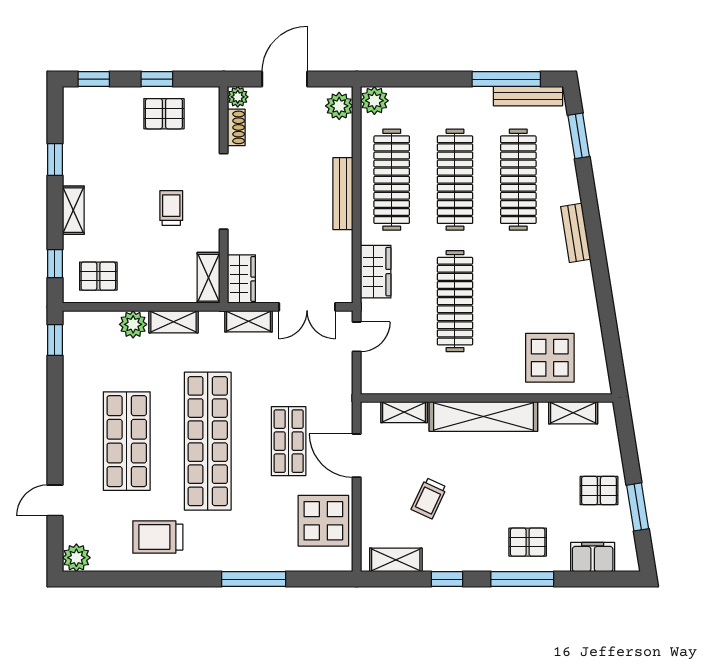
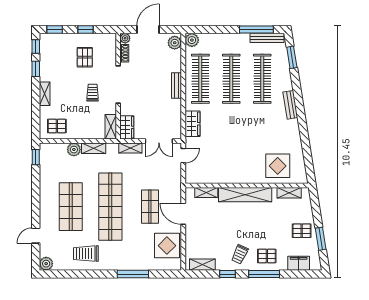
pallet: (164, 114) -> (85, 57), moved, turned 90
bench: (343, 194) -> (176, 86), width x0.73
window: (55, 264) -> (36, 47), moved
clothes rail: (455, 301) -> (231, 138), removed
trolley: (429, 498) -> (240, 254), moved

